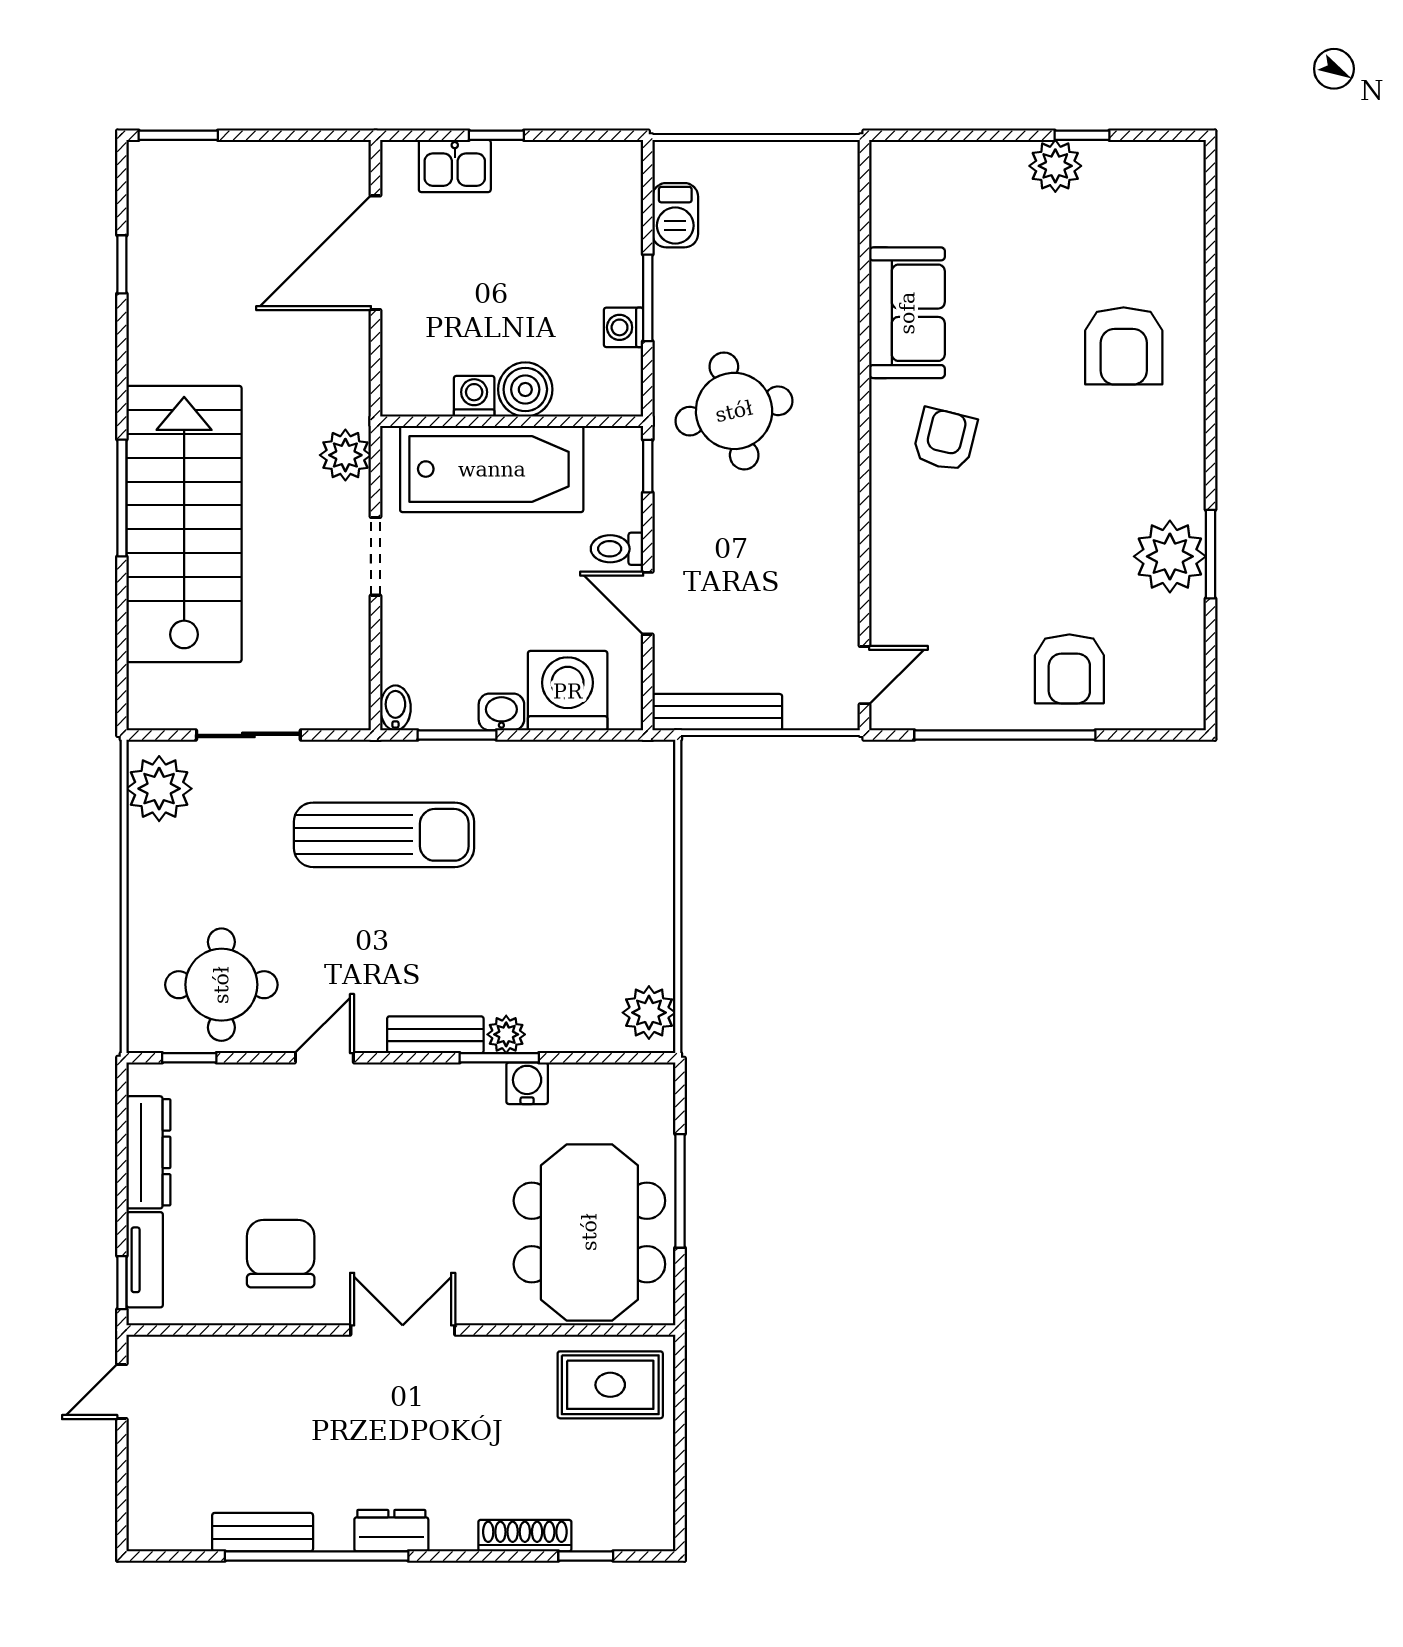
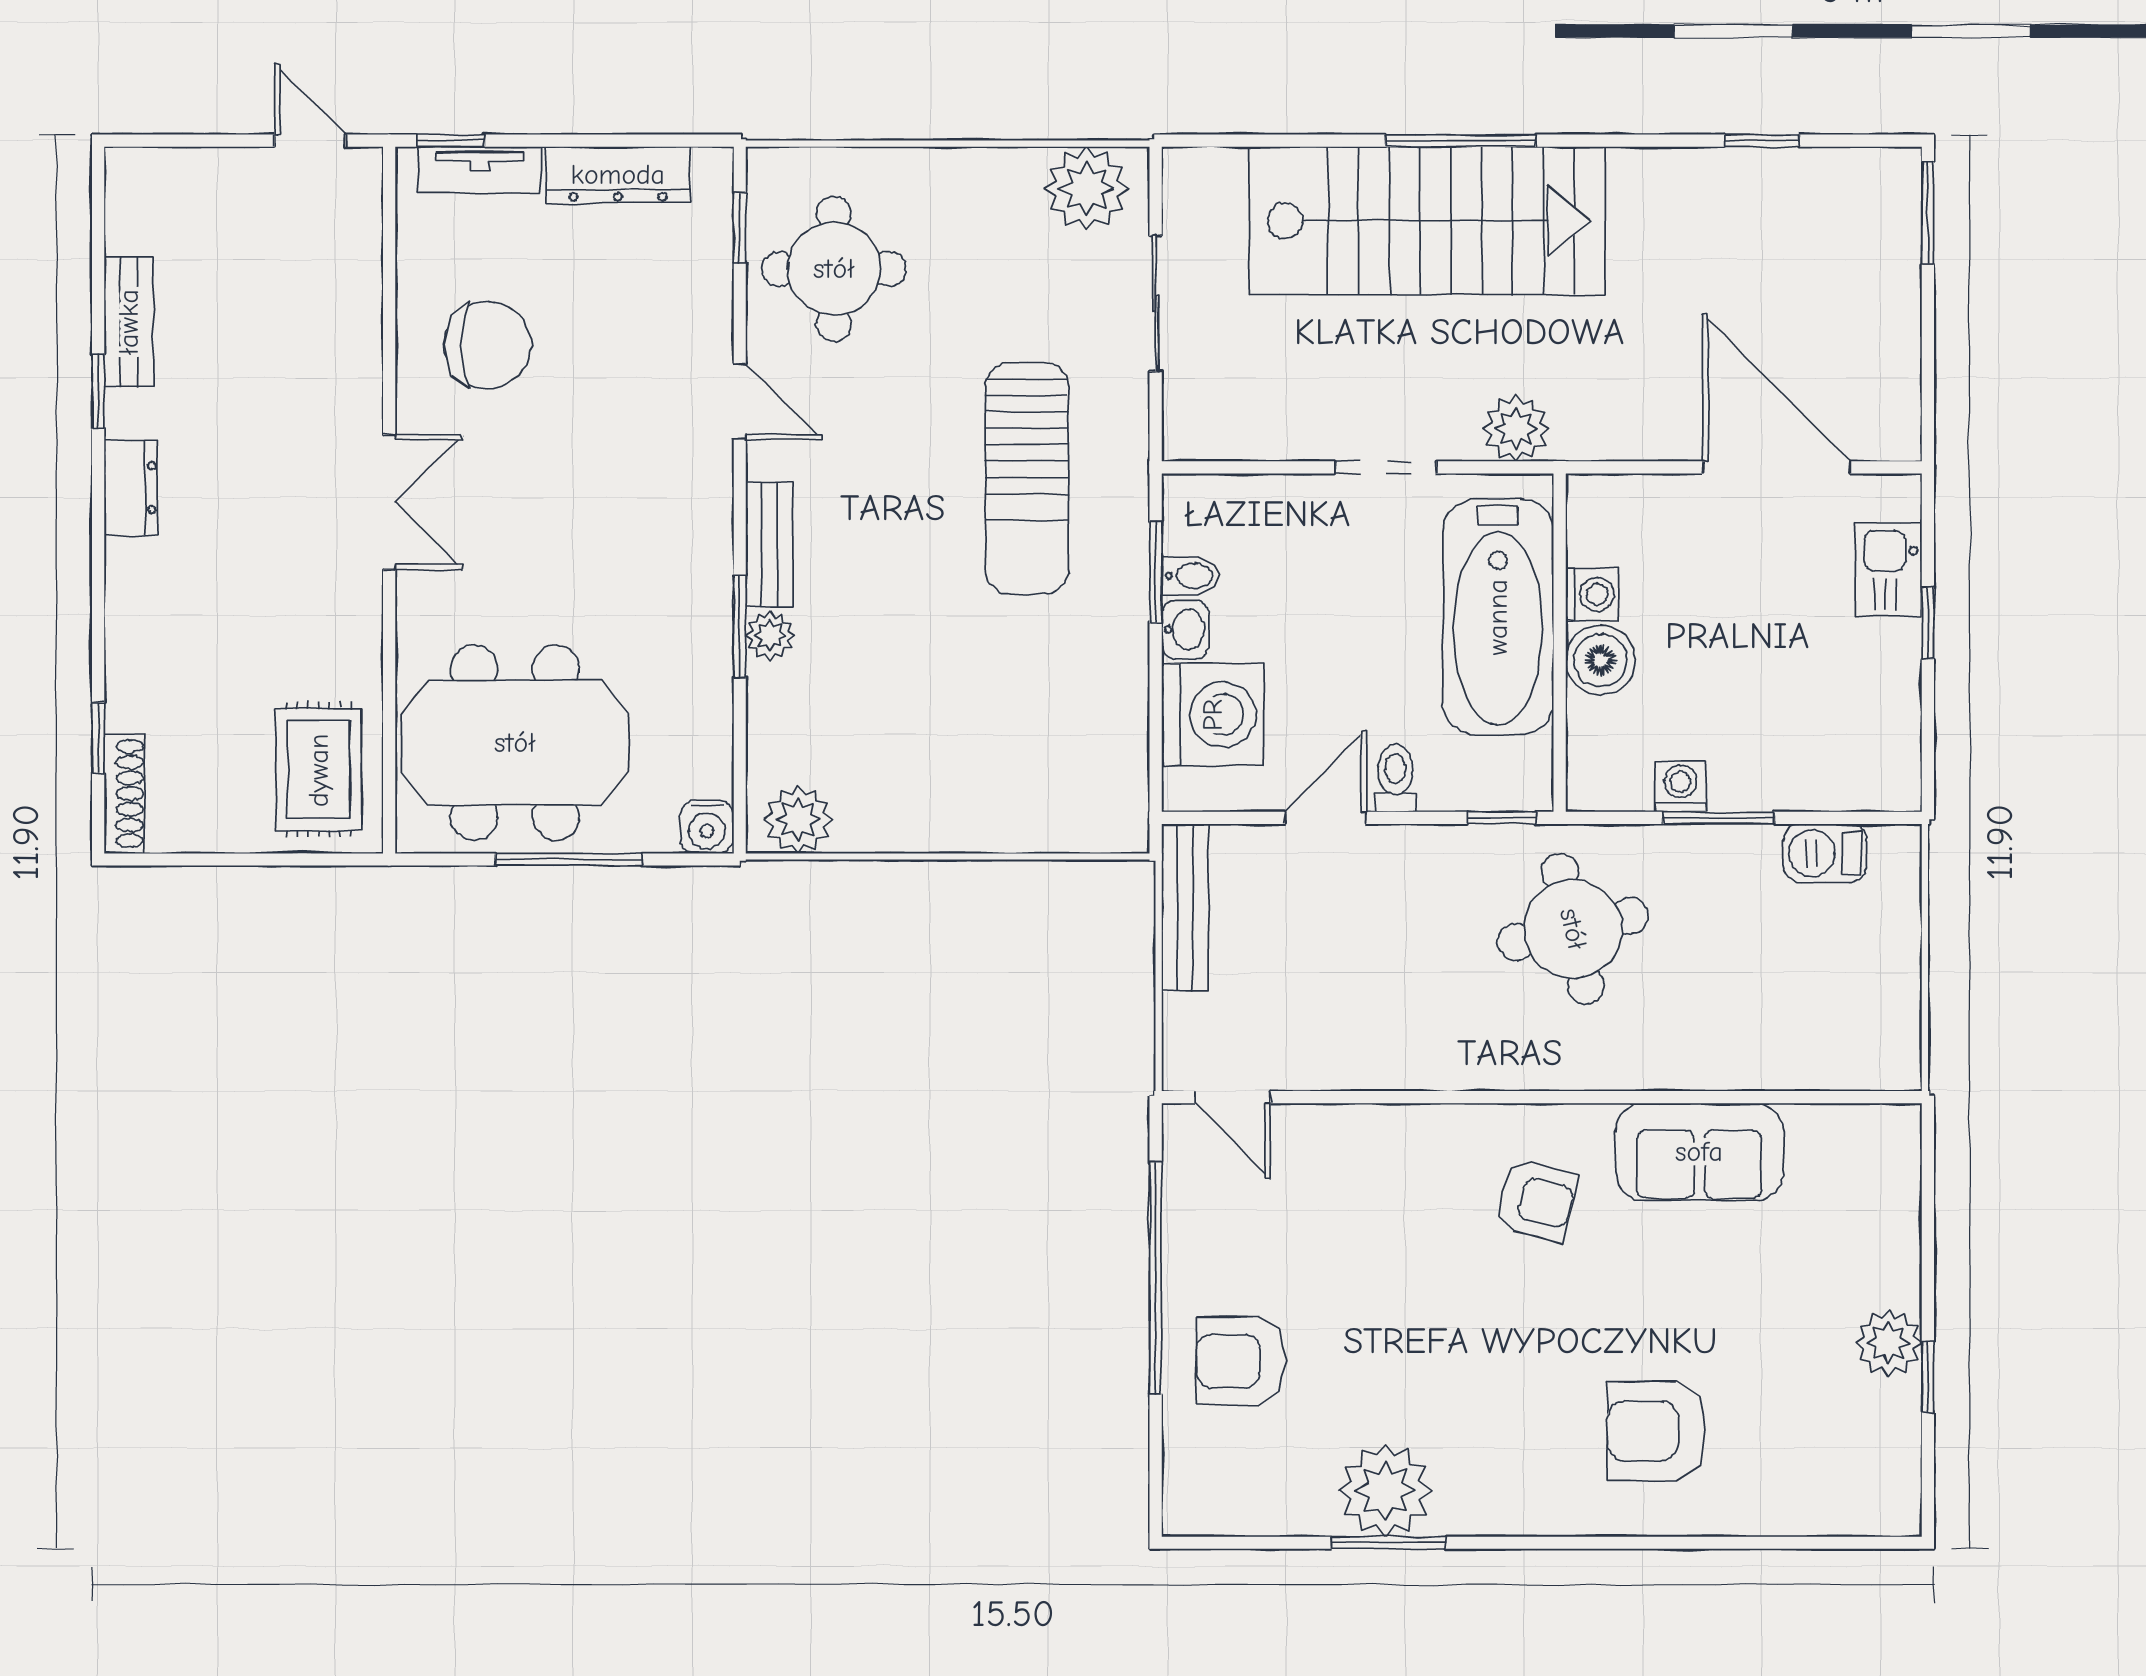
bidet: (395, 708) -> (1190, 576), moved
water cooler: (527, 1083) -> (707, 827), moved, turned 90
shoe rack: (525, 1536) -> (124, 794), moved
window: (317, 1556) -> (98, 392), width x0.32

